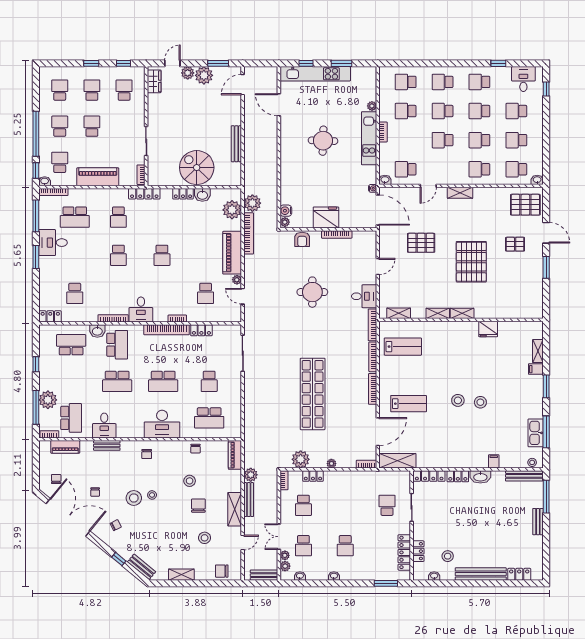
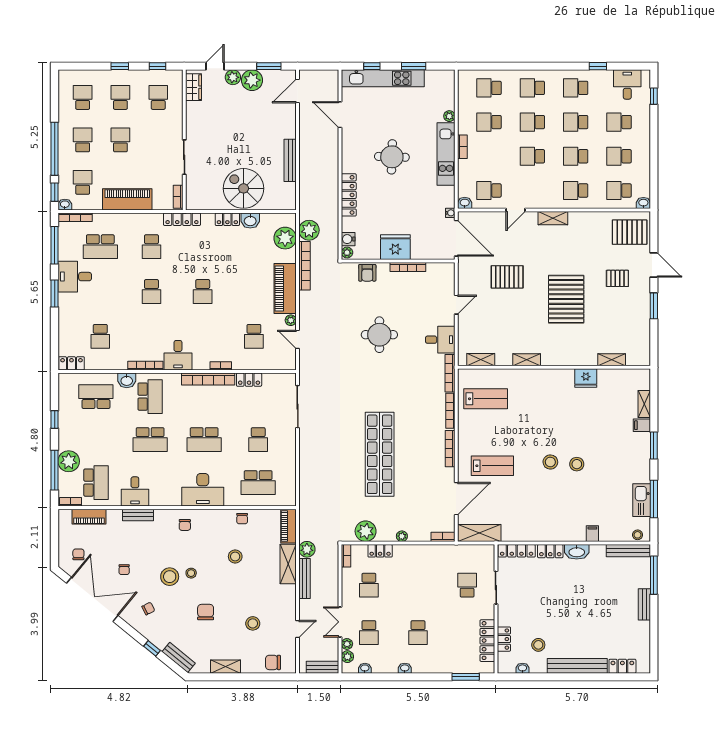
locker: (286, 173) -> (349, 195), added
shelving: (462, 313) -> (612, 360), moved
chair: (198, 506) -> (206, 612), moved
shelving: (235, 509) -> (288, 564), moved

